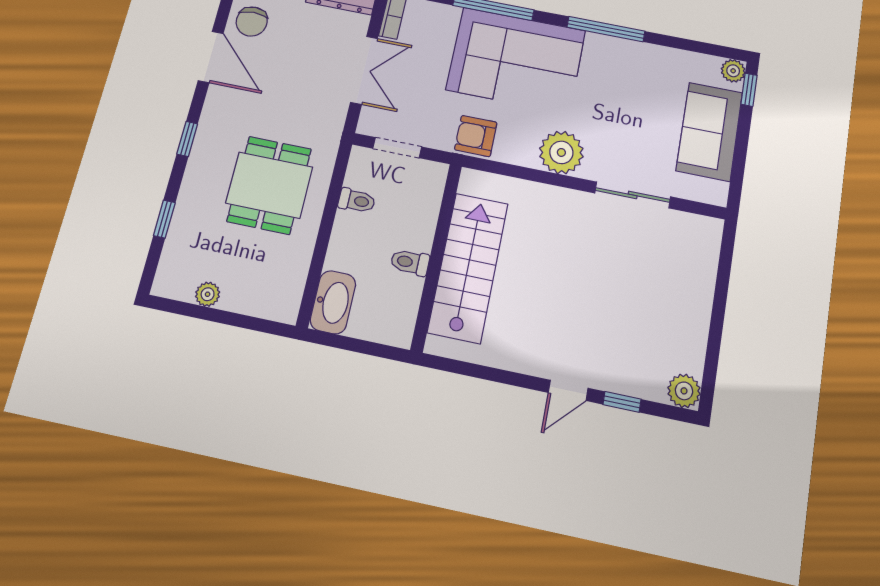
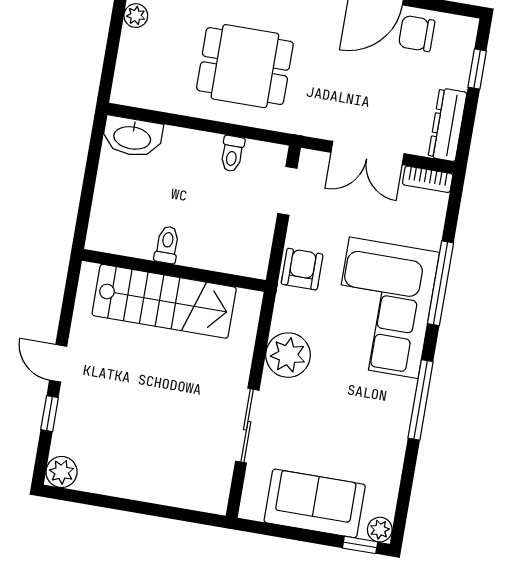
wall: (437, 256) -> (174, 270), moved
toilet: (410, 262) -> (167, 245), moved
stairs: (468, 267) -> (164, 301), moved

